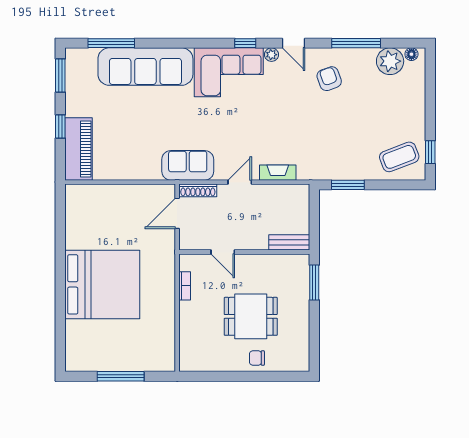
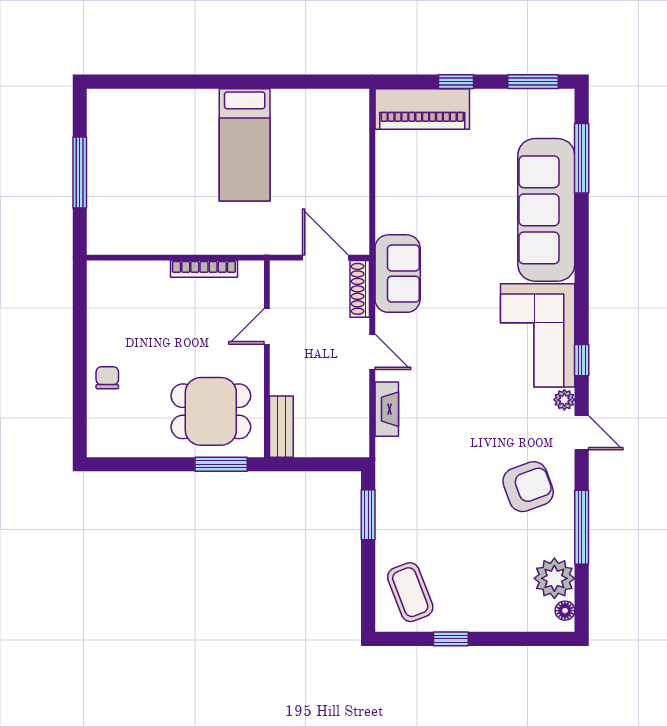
door: (293, 43) -> (582, 433), swing flipped
armchair: (329, 79) -> (528, 487), width x1.38, depth x1.38
window: (430, 152) -> (451, 639), moved
bed: (102, 284) -> (245, 145), width x0.49
bookcase: (185, 286) -> (204, 269), width x1.56
dining table: (251, 316) -> (211, 411), moved, turned 90

